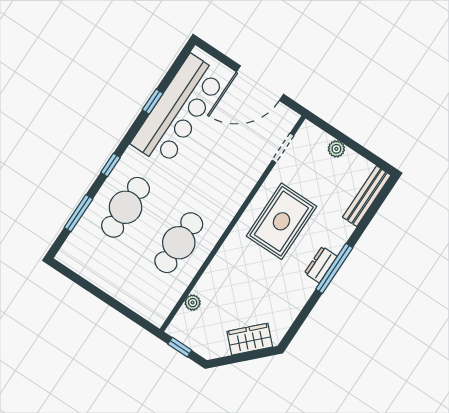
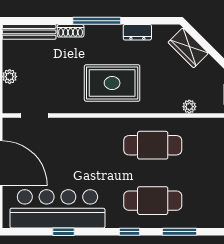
rug: (281, 221) -> (112, 83), moved
shoe rack: (341, 237) -> (71, 31), added
dresser: (321, 265) -> (137, 32), moved

